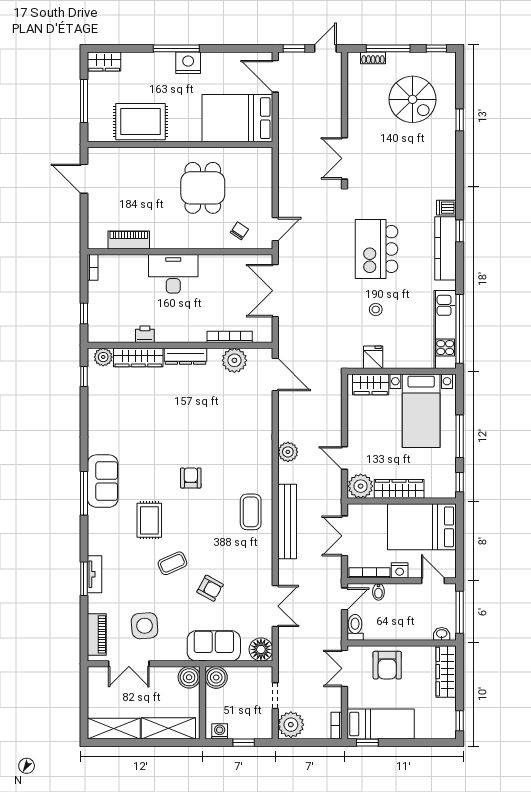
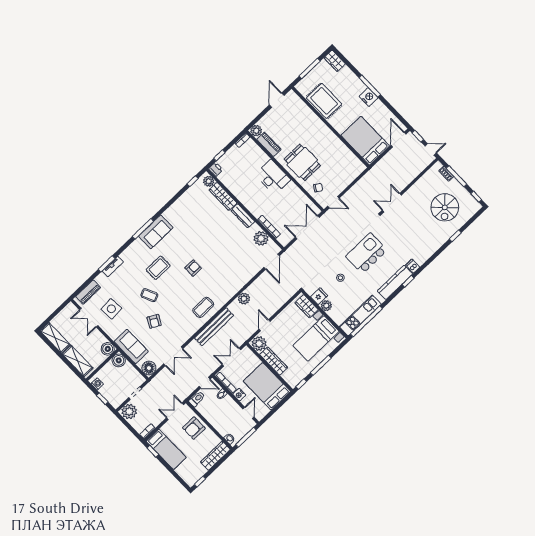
dining table: (203, 188) -> (302, 162), moved, turned 90
plant: (97, 240) -> (256, 131), added
printer: (145, 334) -> (216, 169), moved
plant: (393, 360) -> (326, 306), added

